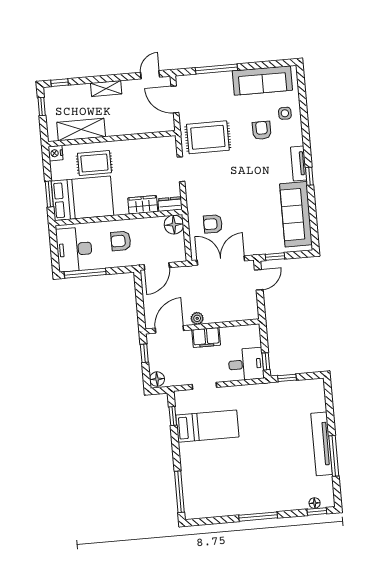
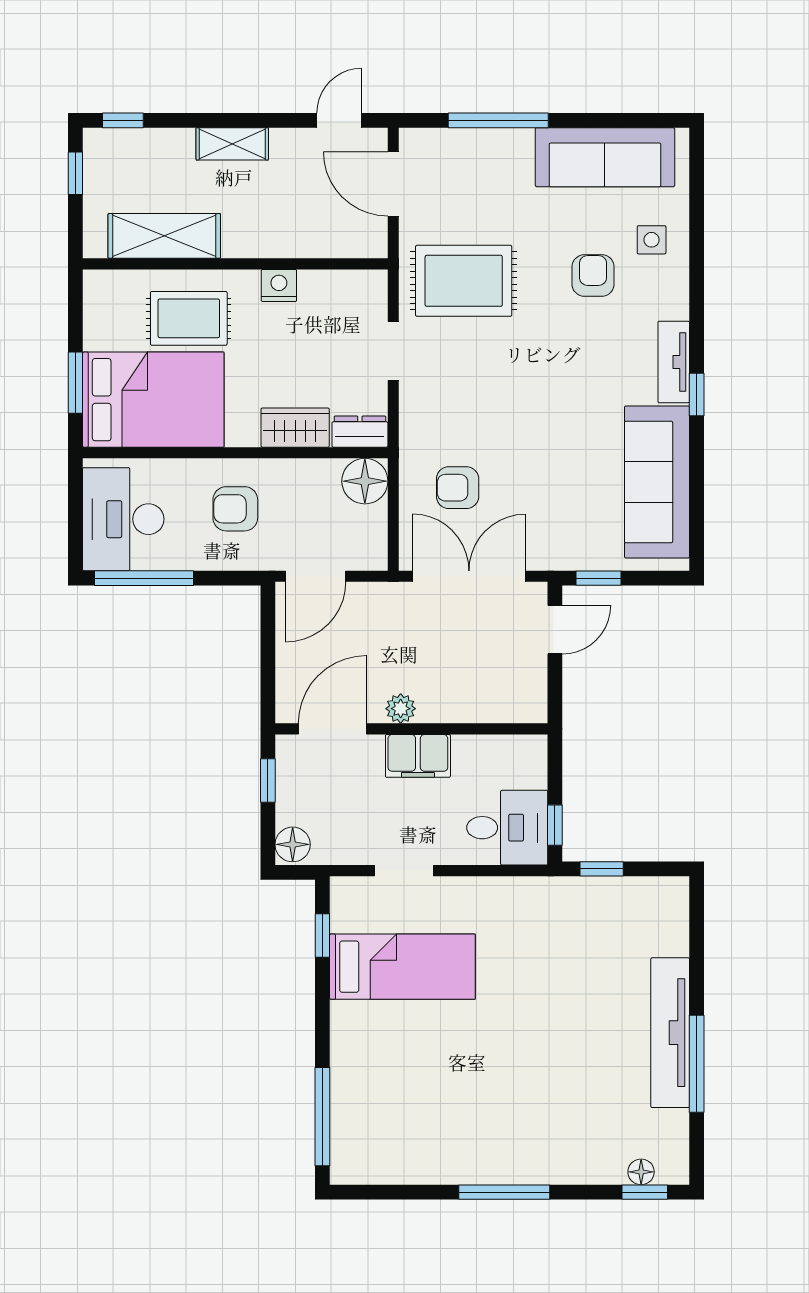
nightstand: (56, 153) -> (279, 285), moved, turned 90

